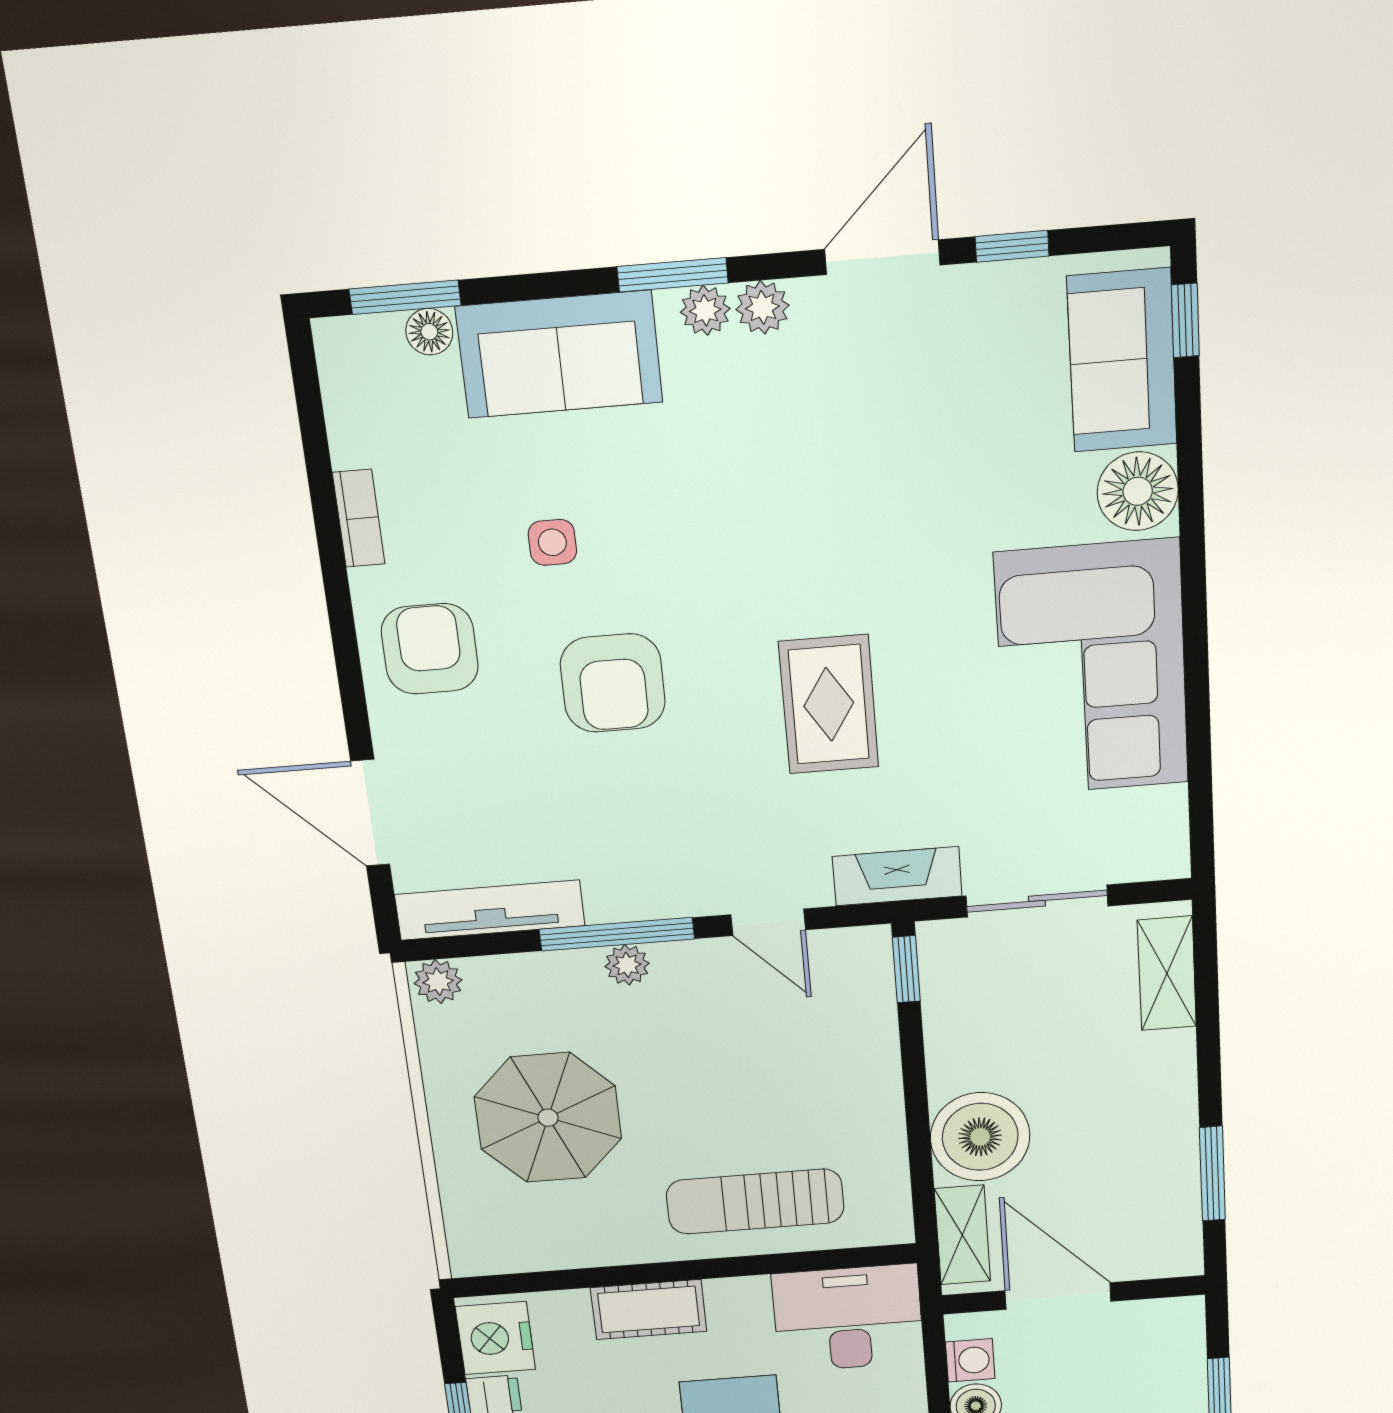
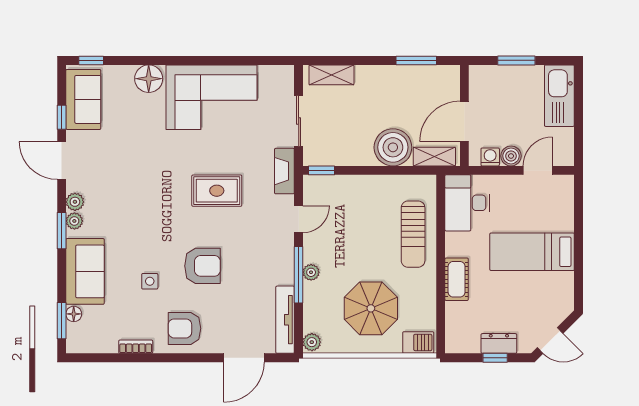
sofa: (1122, 361) -> (83, 99), moved, turned -90
barbecue: (473, 1235) -> (418, 342), added
nightstand: (495, 1338) -> (464, 340), removed

